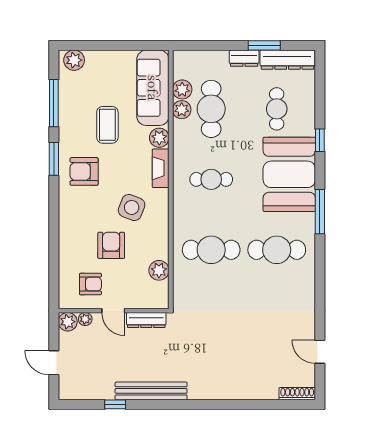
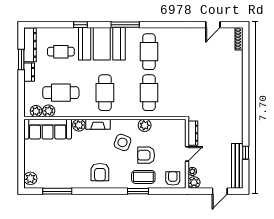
plant: (182, 110) -> (36, 111), moved
coffee table: (107, 125) -> (143, 177), moved
window: (54, 159) -> (138, 191), moved
cafe table: (211, 179) -> (105, 93), width x1.37, depth x1.35
plant: (159, 270) -> (145, 125), moved
armchair: (90, 284) -> (173, 178), moved
bench: (151, 391) -> (237, 166), moved

